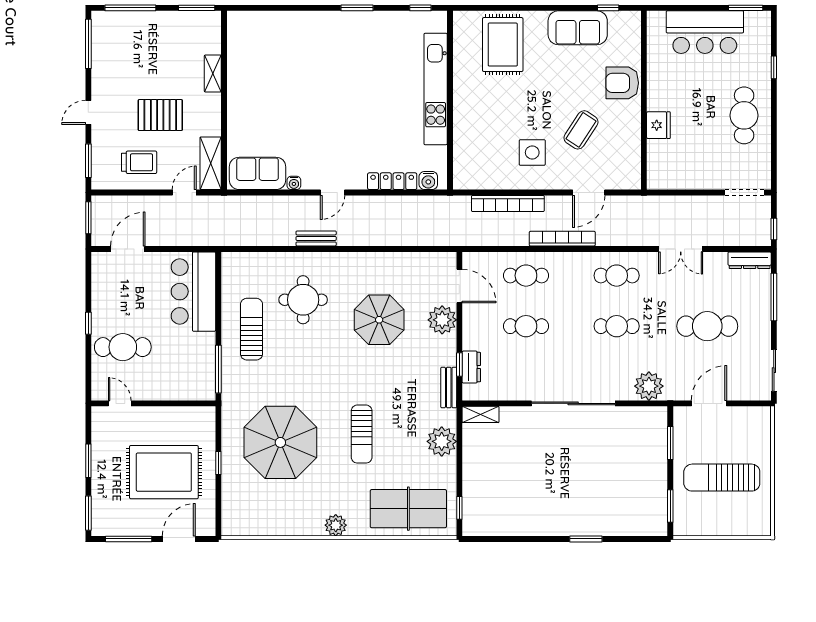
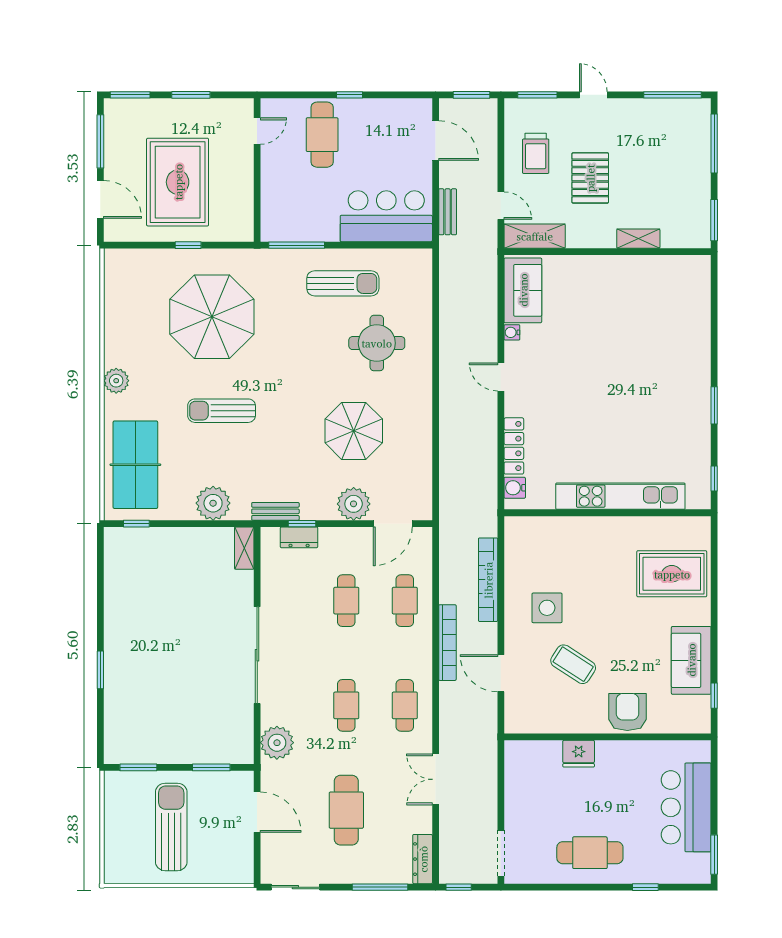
bench: (316, 238) -> (448, 212), moved

